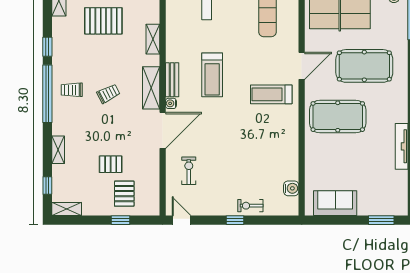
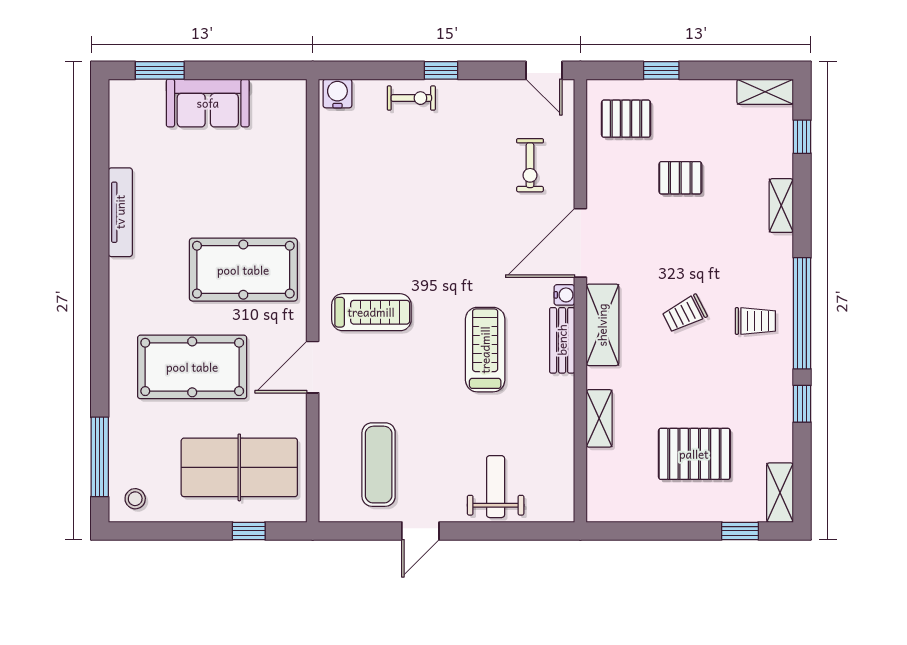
water cooler: (291, 188) -> (337, 93), moved, turned 90
pallet: (124, 194) -> (626, 119), moved, turned 90
sofa: (335, 203) -> (208, 103), moved

